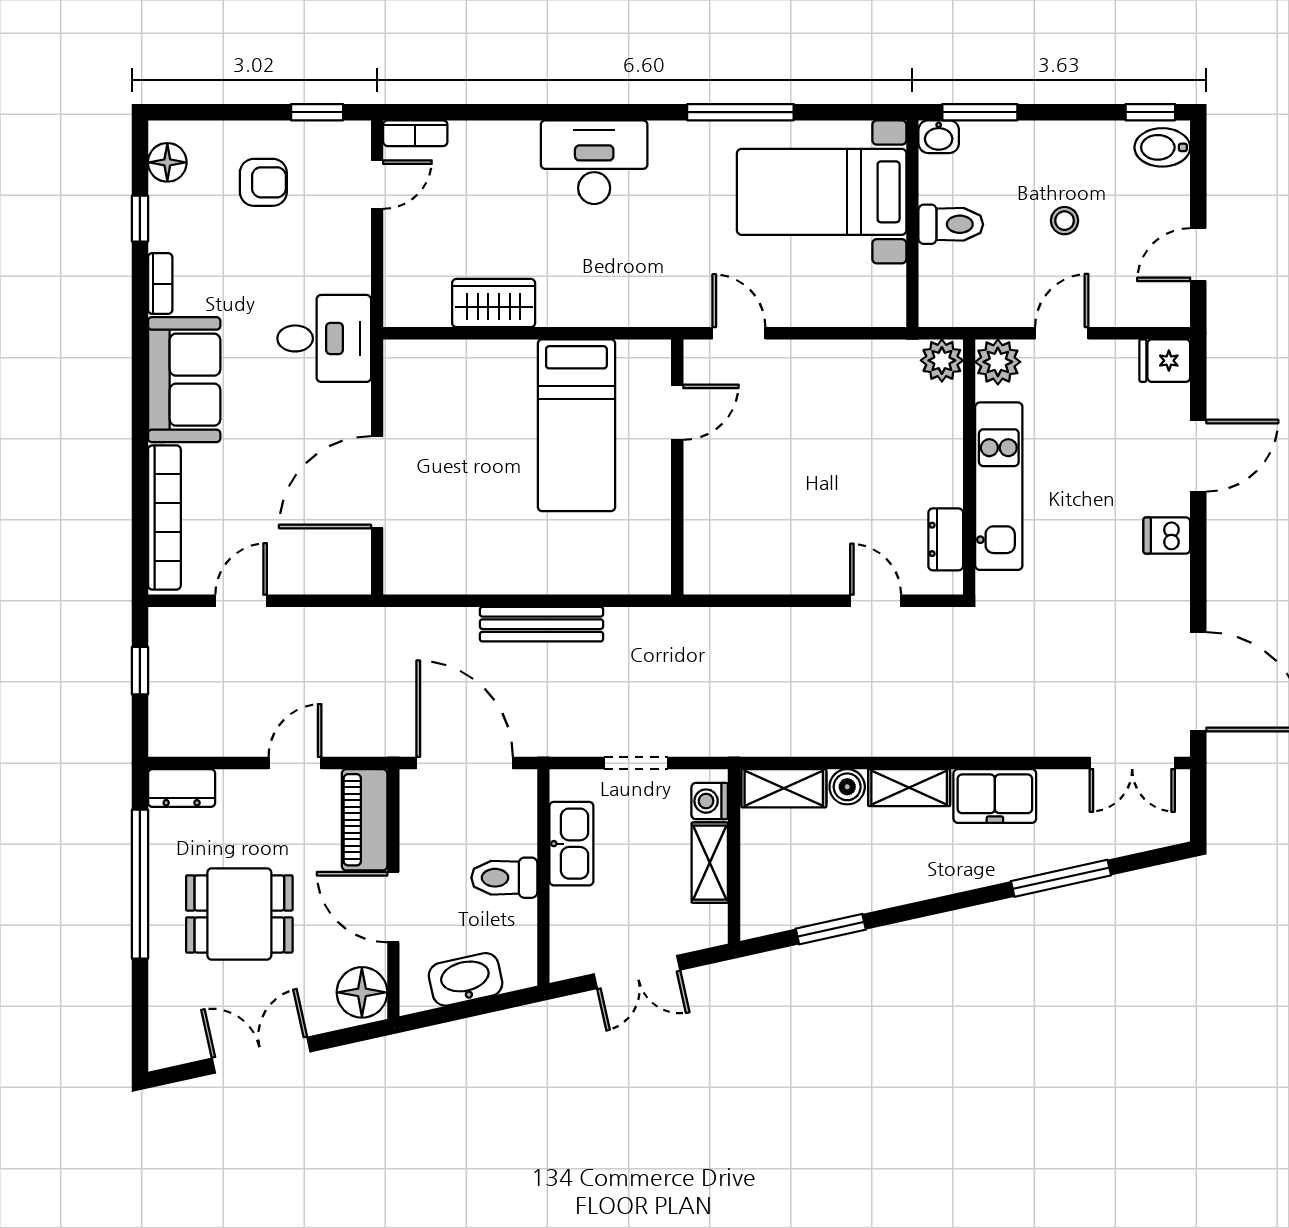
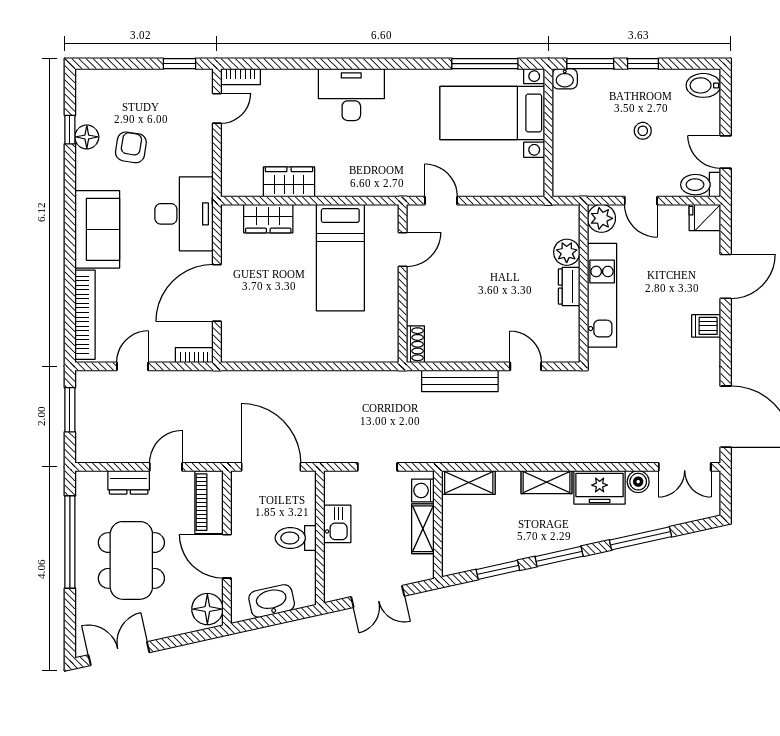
window: (740, 112) -> (485, 64), moved
window: (1150, 112) -> (643, 64), moved
floor lamp: (167, 162) -> (87, 137), moved
armchair: (263, 182) -> (131, 147), moved, turned -81
toilet: (951, 224) -> (701, 185), moved, turned 180
door: (1198, 255) -> (726, 152), hinge flipped
bookcase: (160, 284) -> (194, 355), moved, turned -90
door: (1062, 333) -> (641, 201), swing flipped
desk: (324, 338) -> (184, 214), width x1.37
plant: (942, 360) -> (567, 252), moved
wardrobe: (460, 362) -> (268, 219), added
dresser: (946, 539) -> (569, 287), moved
shoe rack: (698, 565) -> (415, 344), added
bench: (541, 624) -> (460, 381), moved
window: (140, 671) -> (70, 410), width x1.50
boiler: (847, 787) -> (638, 482), moved
dresser: (182, 788) -> (129, 482), moved
kitchen sink: (571, 844) -> (337, 524), width x0.73
window: (929, 907) -> (559, 556), added
dining table: (239, 914) -> (131, 560), width x1.38
double door: (261, 1055) -> (119, 654), moved

